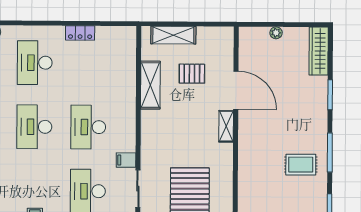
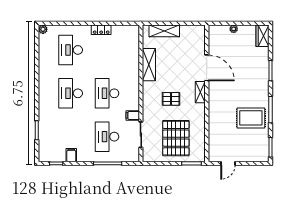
wardrobe: (319, 51) -> (263, 36), width x0.67
pallet: (192, 74) -> (171, 99), moved
rug: (301, 165) -> (251, 118), width x1.36, depth x1.43

